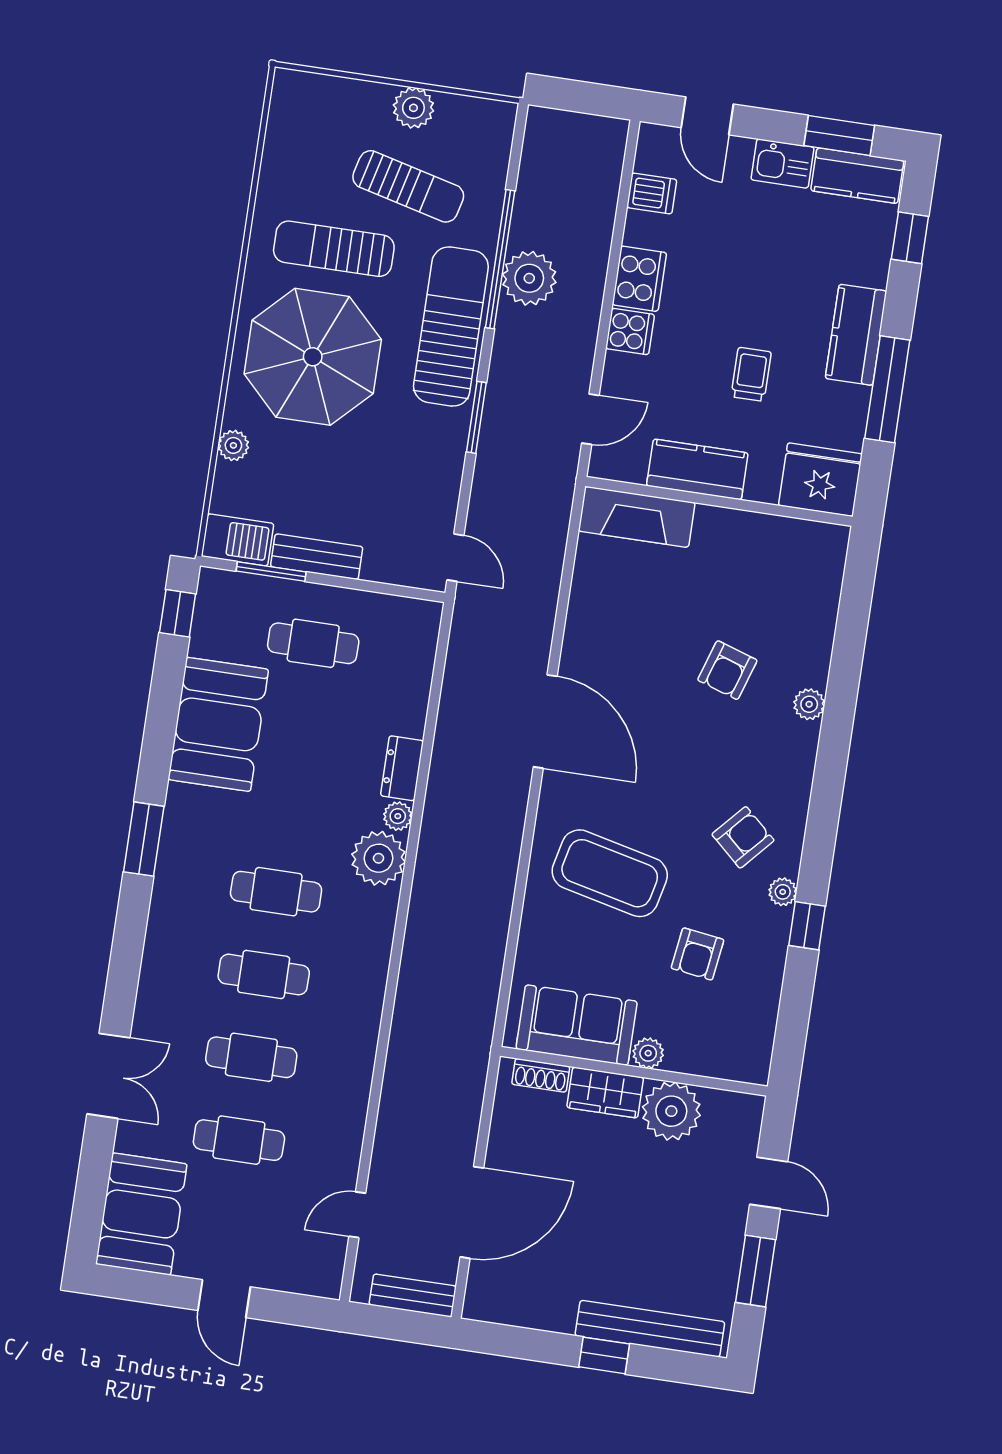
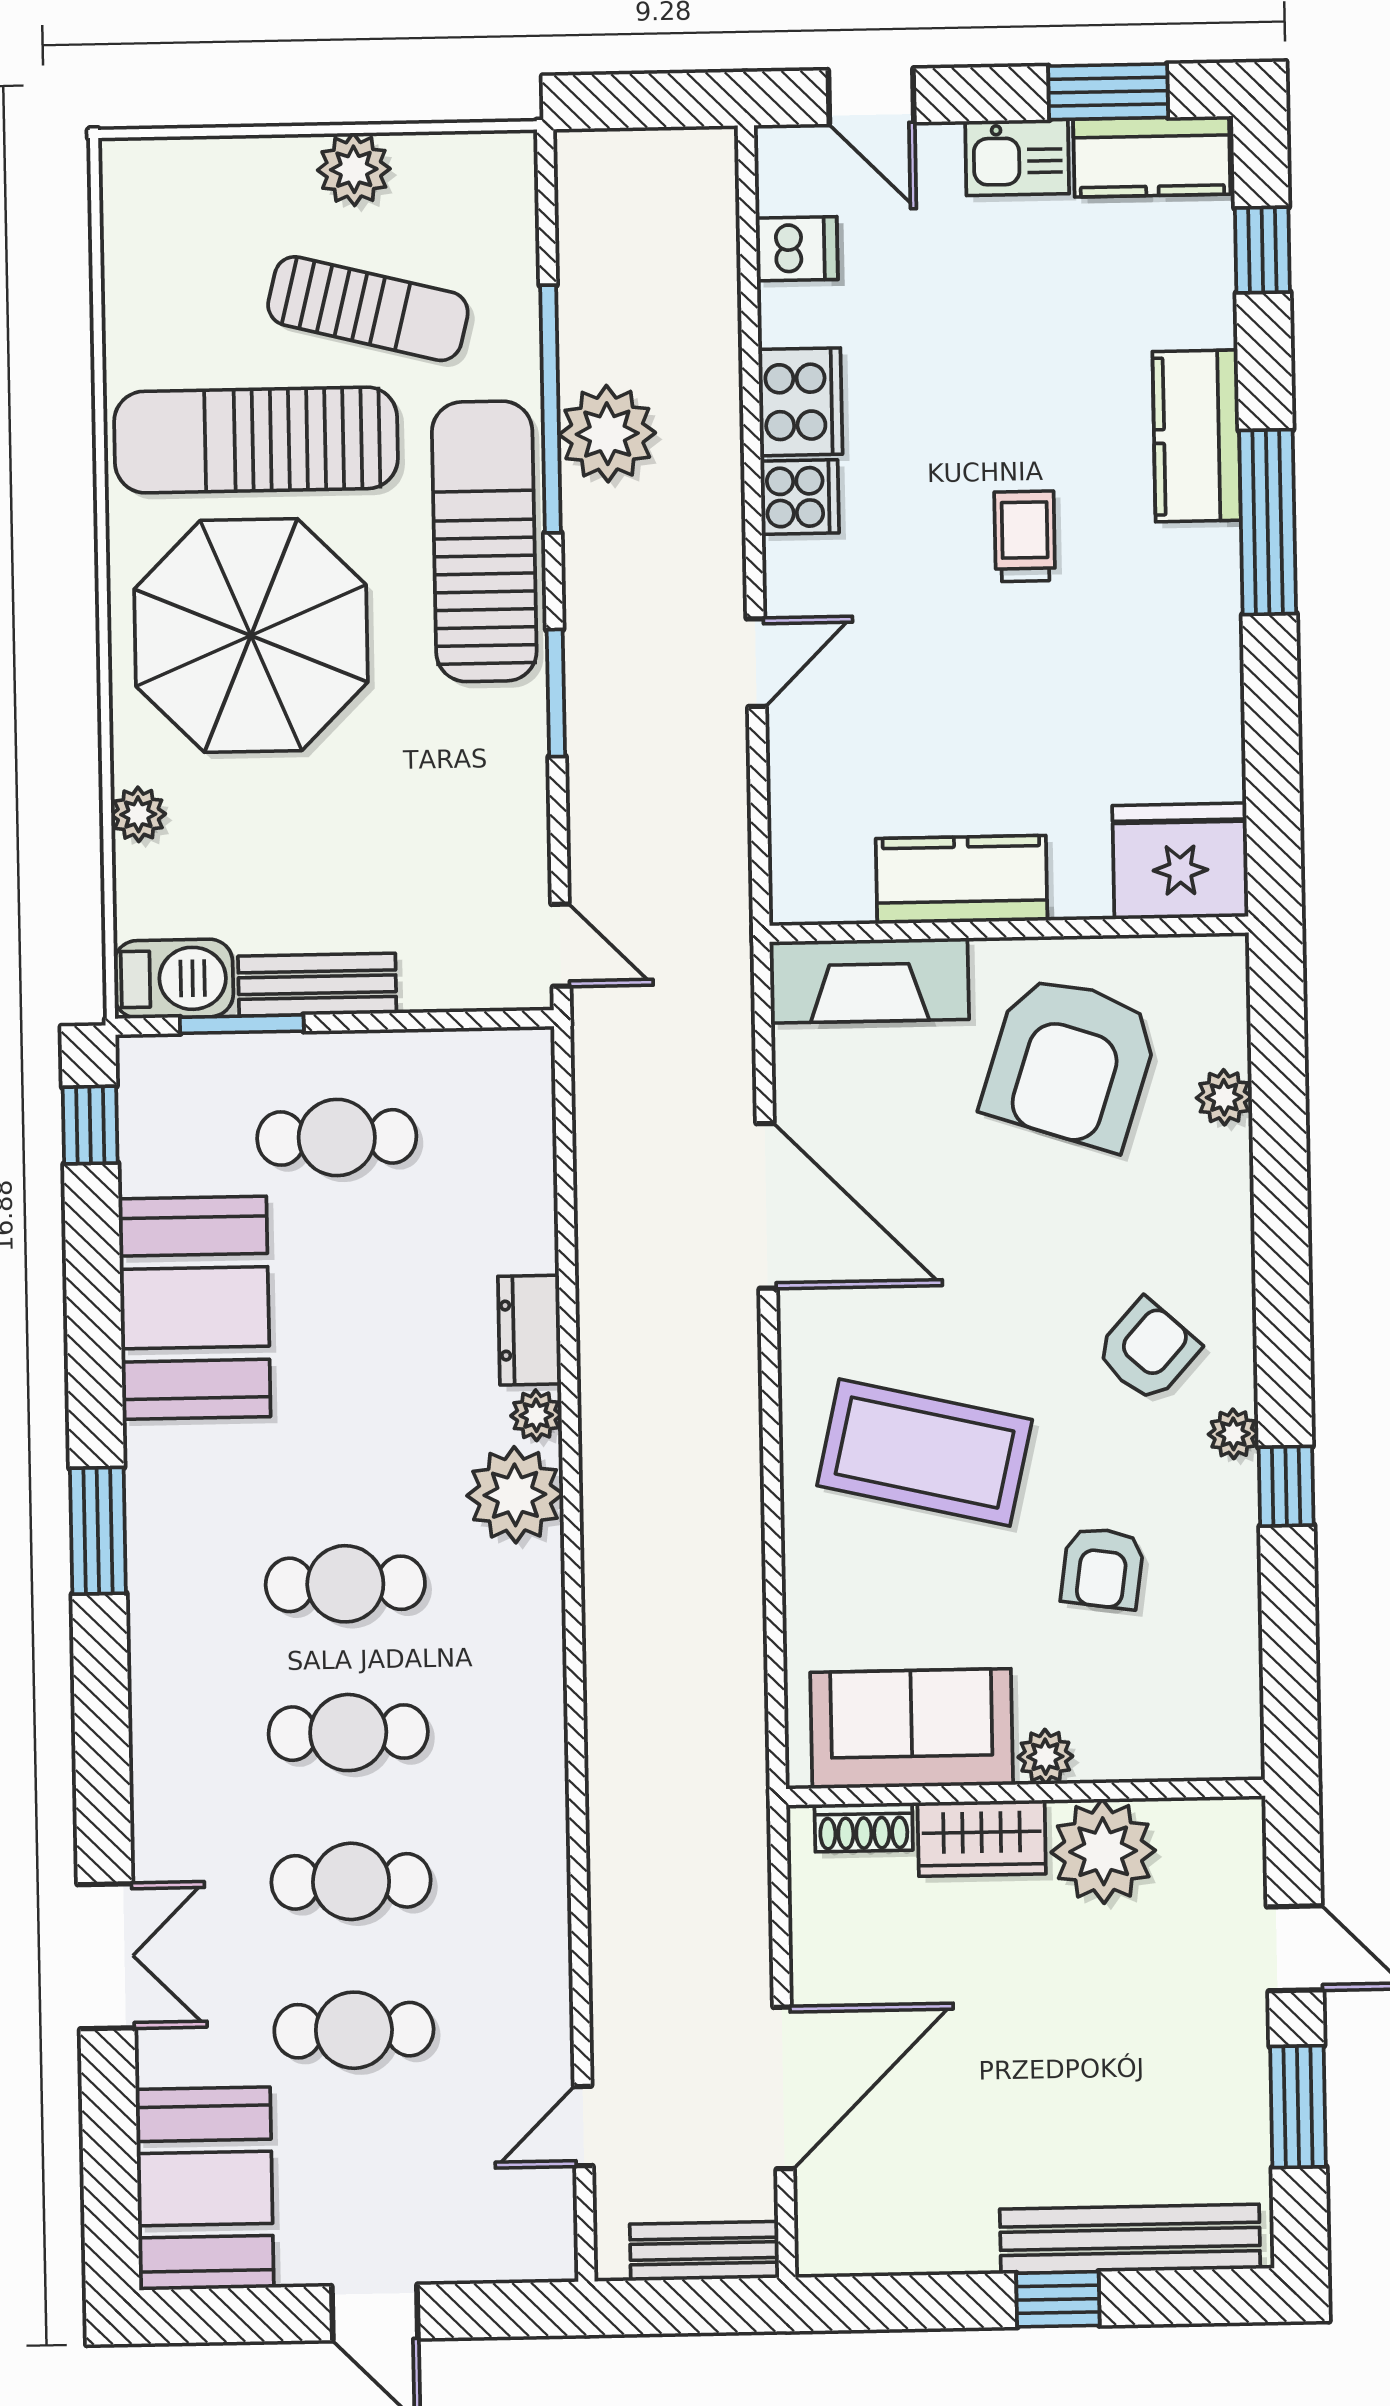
sun lounger: (334, 249) -> (256, 440), width x1.36, depth x1.34
kitchen counter: (697, 469) -> (962, 879), moved
fridge: (820, 480) -> (1180, 861), moved
wall: (719, 501) -> (1009, 929), moved
fireplace: (637, 517) -> (869, 981), moved
armchair: (727, 670) -> (1071, 1062), width x1.88, depth x1.88

